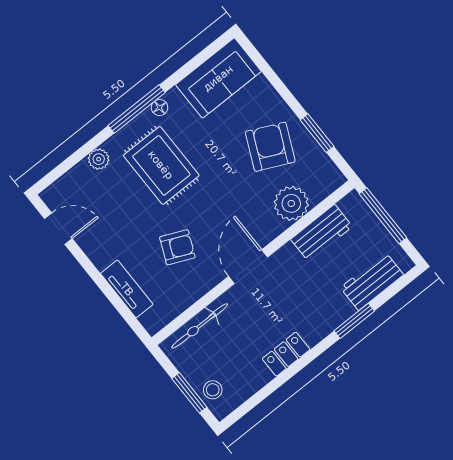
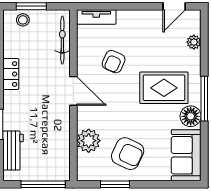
floor lamp: (159, 107) -> (191, 116), width x1.89, depth x1.89
plant: (99, 159) -> (194, 42), moved
workbench: (322, 233) -> (60, 144), removed
tv unit: (127, 289) -> (96, 17), moved

